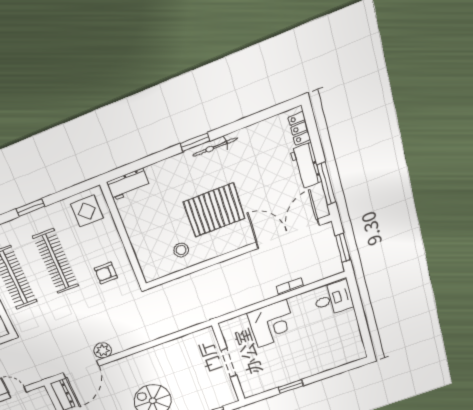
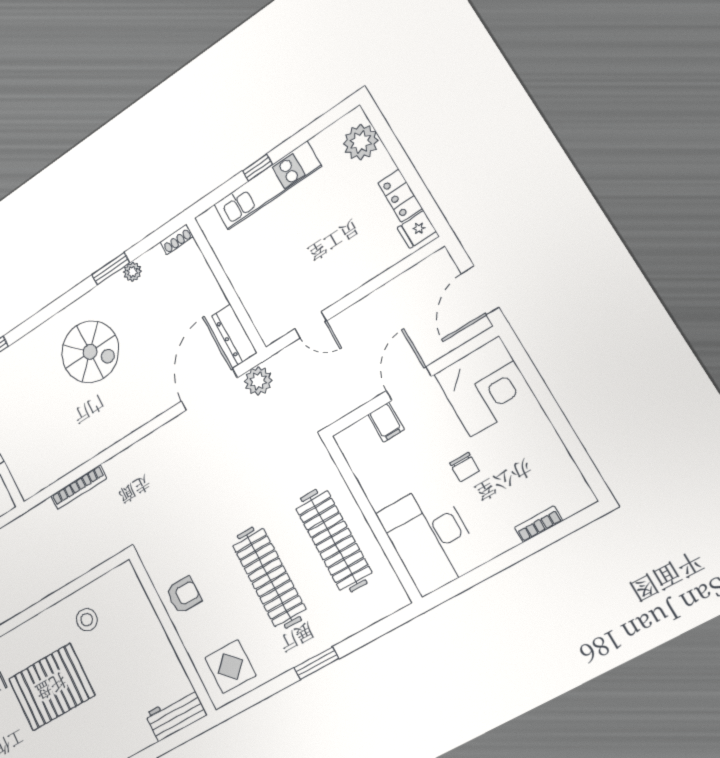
armchair: (106, 273) -> (184, 595), moved
bookcase: (173, 329) -> (79, 487), added
plant: (103, 350) -> (258, 381), moved

